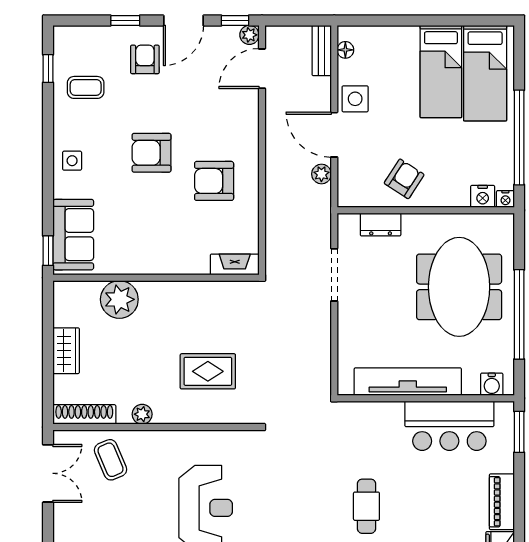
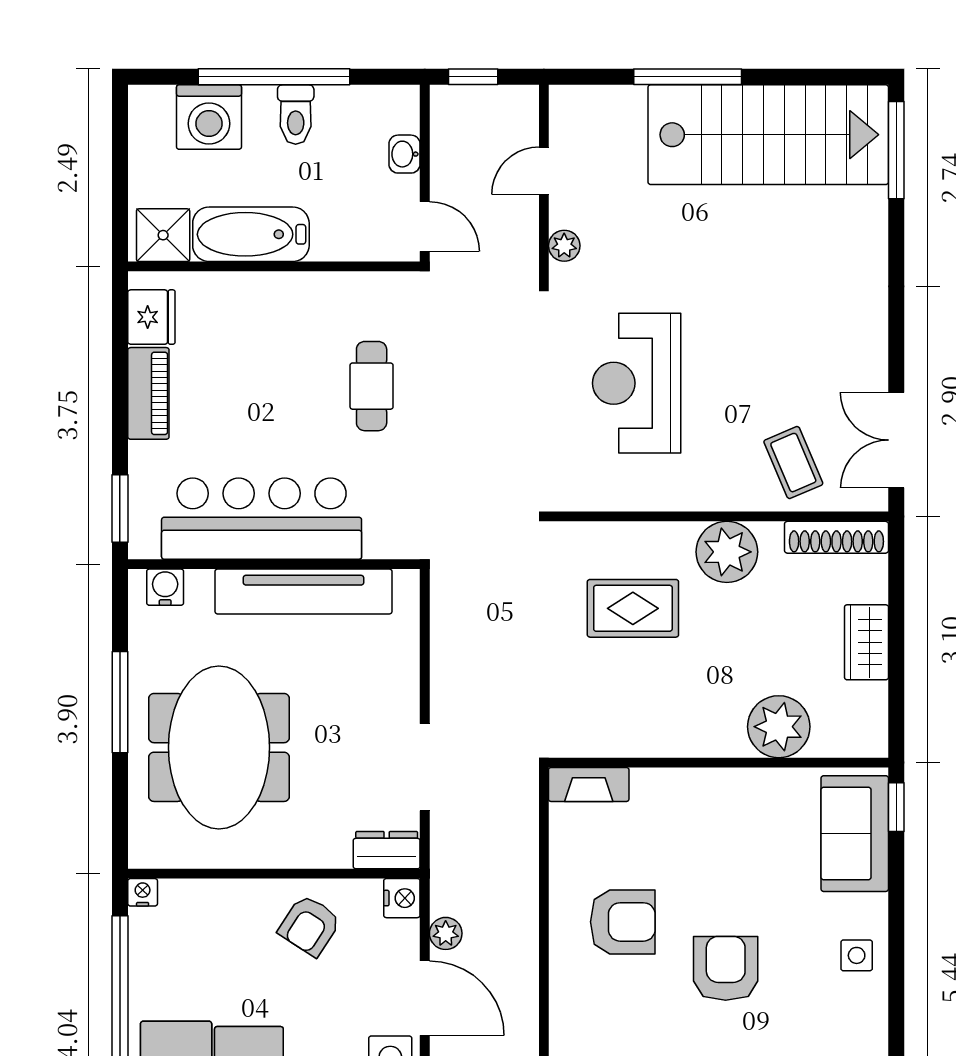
armchair: (152, 153) -> (726, 968), turned -90
nightstand: (483, 196) -> (402, 898), moved, turned 90
dresser: (381, 225) -> (387, 850), moved
window: (519, 314) -> (120, 702), width x0.68
plant: (142, 414) -> (727, 552), width x1.88, depth x1.88
bar counter: (449, 426) -> (262, 519), width x1.36

